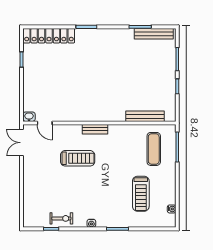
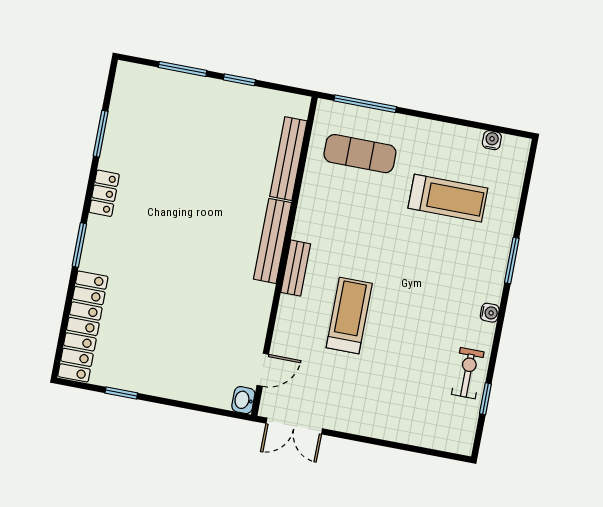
locker: (113, 34) -> (104, 193), added
bench: (154, 34) -> (273, 241), moved

